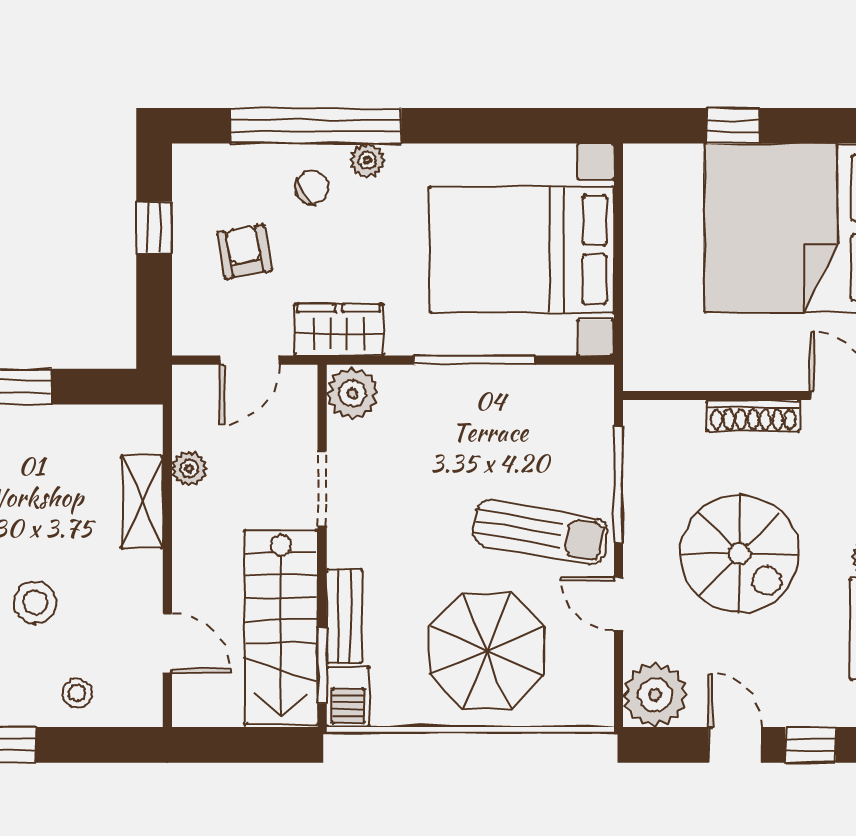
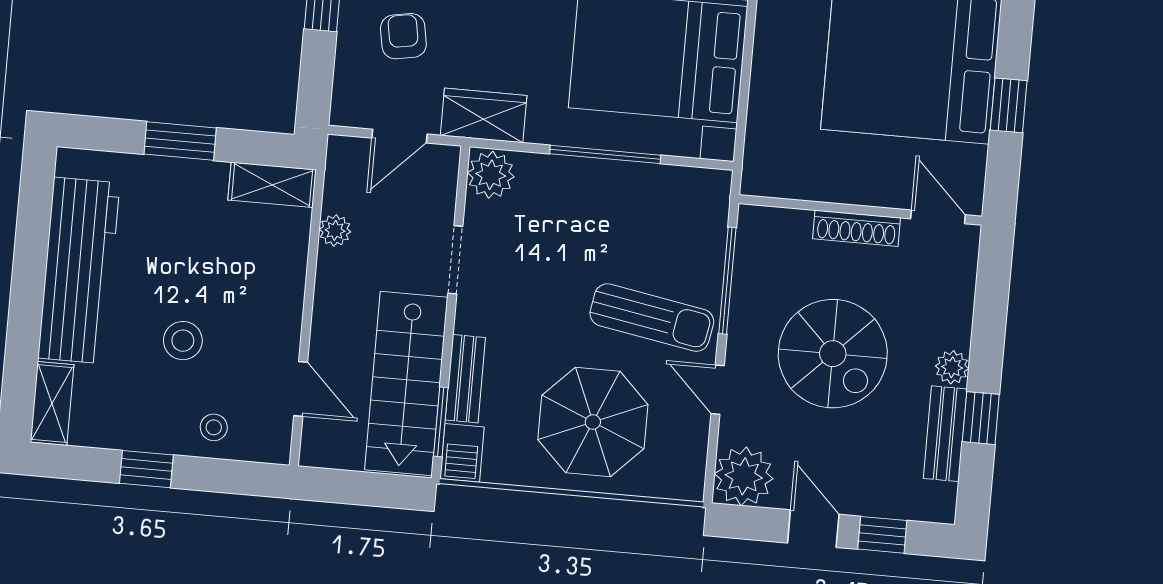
shelving: (142, 502) -> (272, 185), moved, turned 90

